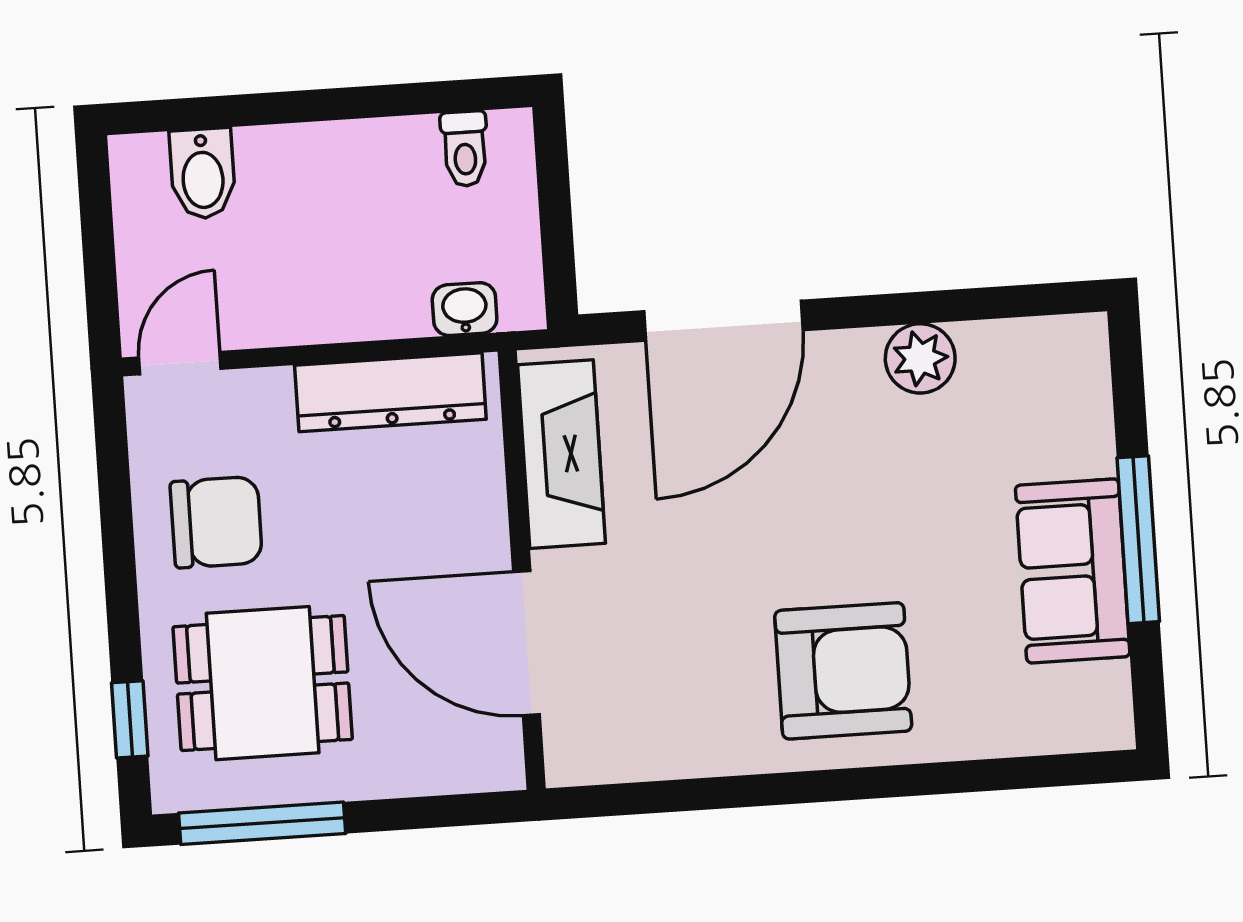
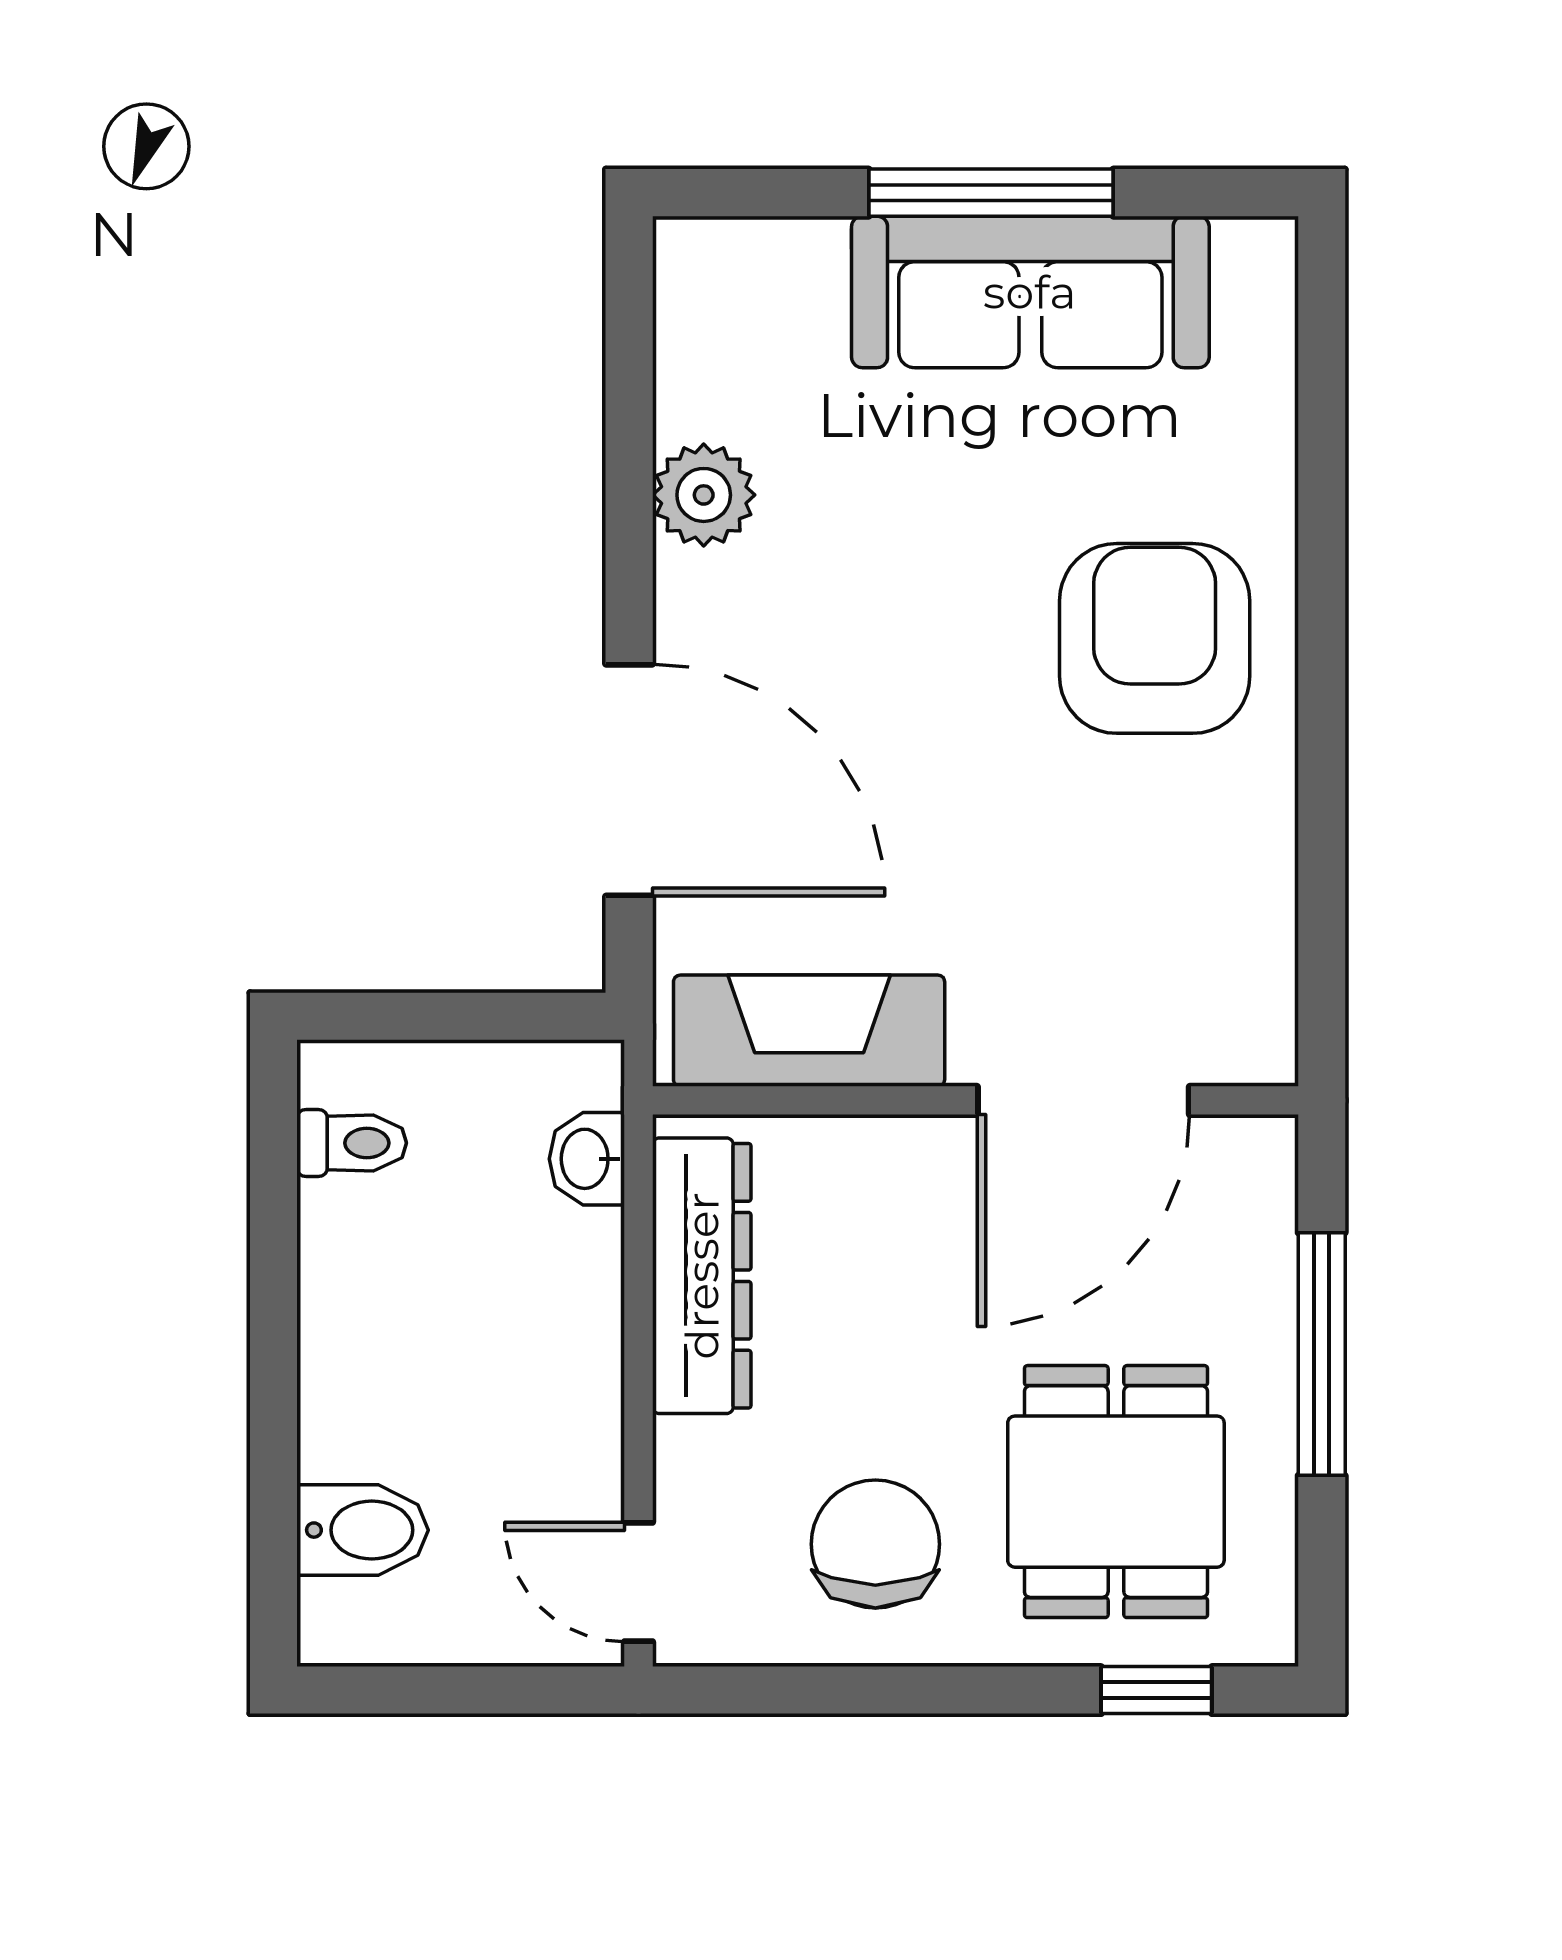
sofa: (1073, 571) -> (1030, 292), width x1.36
window: (262, 823) -> (1322, 1354), moved

